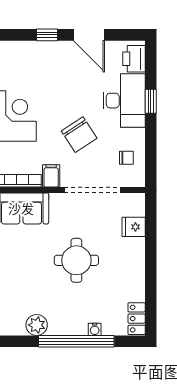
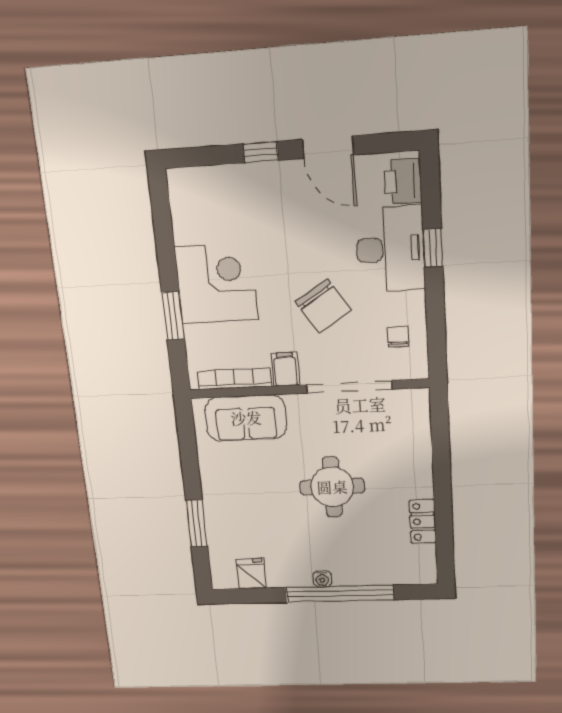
chair: (126, 158) -> (398, 337), turned -90
fridge: (134, 227) -> (251, 574), moved, turned 90
locker: (137, 319) -> (423, 522), moved
plant: (37, 325) -> (282, 574), removed
water cooler: (95, 329) -> (322, 579), moved

